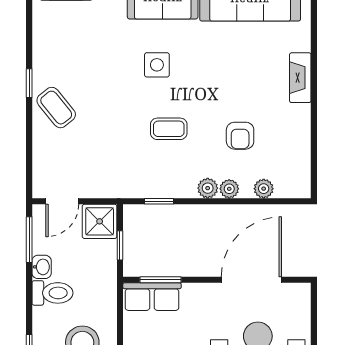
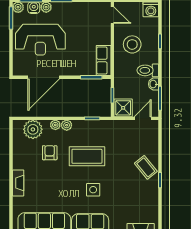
coffee table: (169, 129) -> (87, 156), width x1.86, depth x1.72
plant: (264, 189) -> (33, 129), width x1.88, depth x1.88
row of seats: (152, 297) -> (104, 61), moved, turned -90

